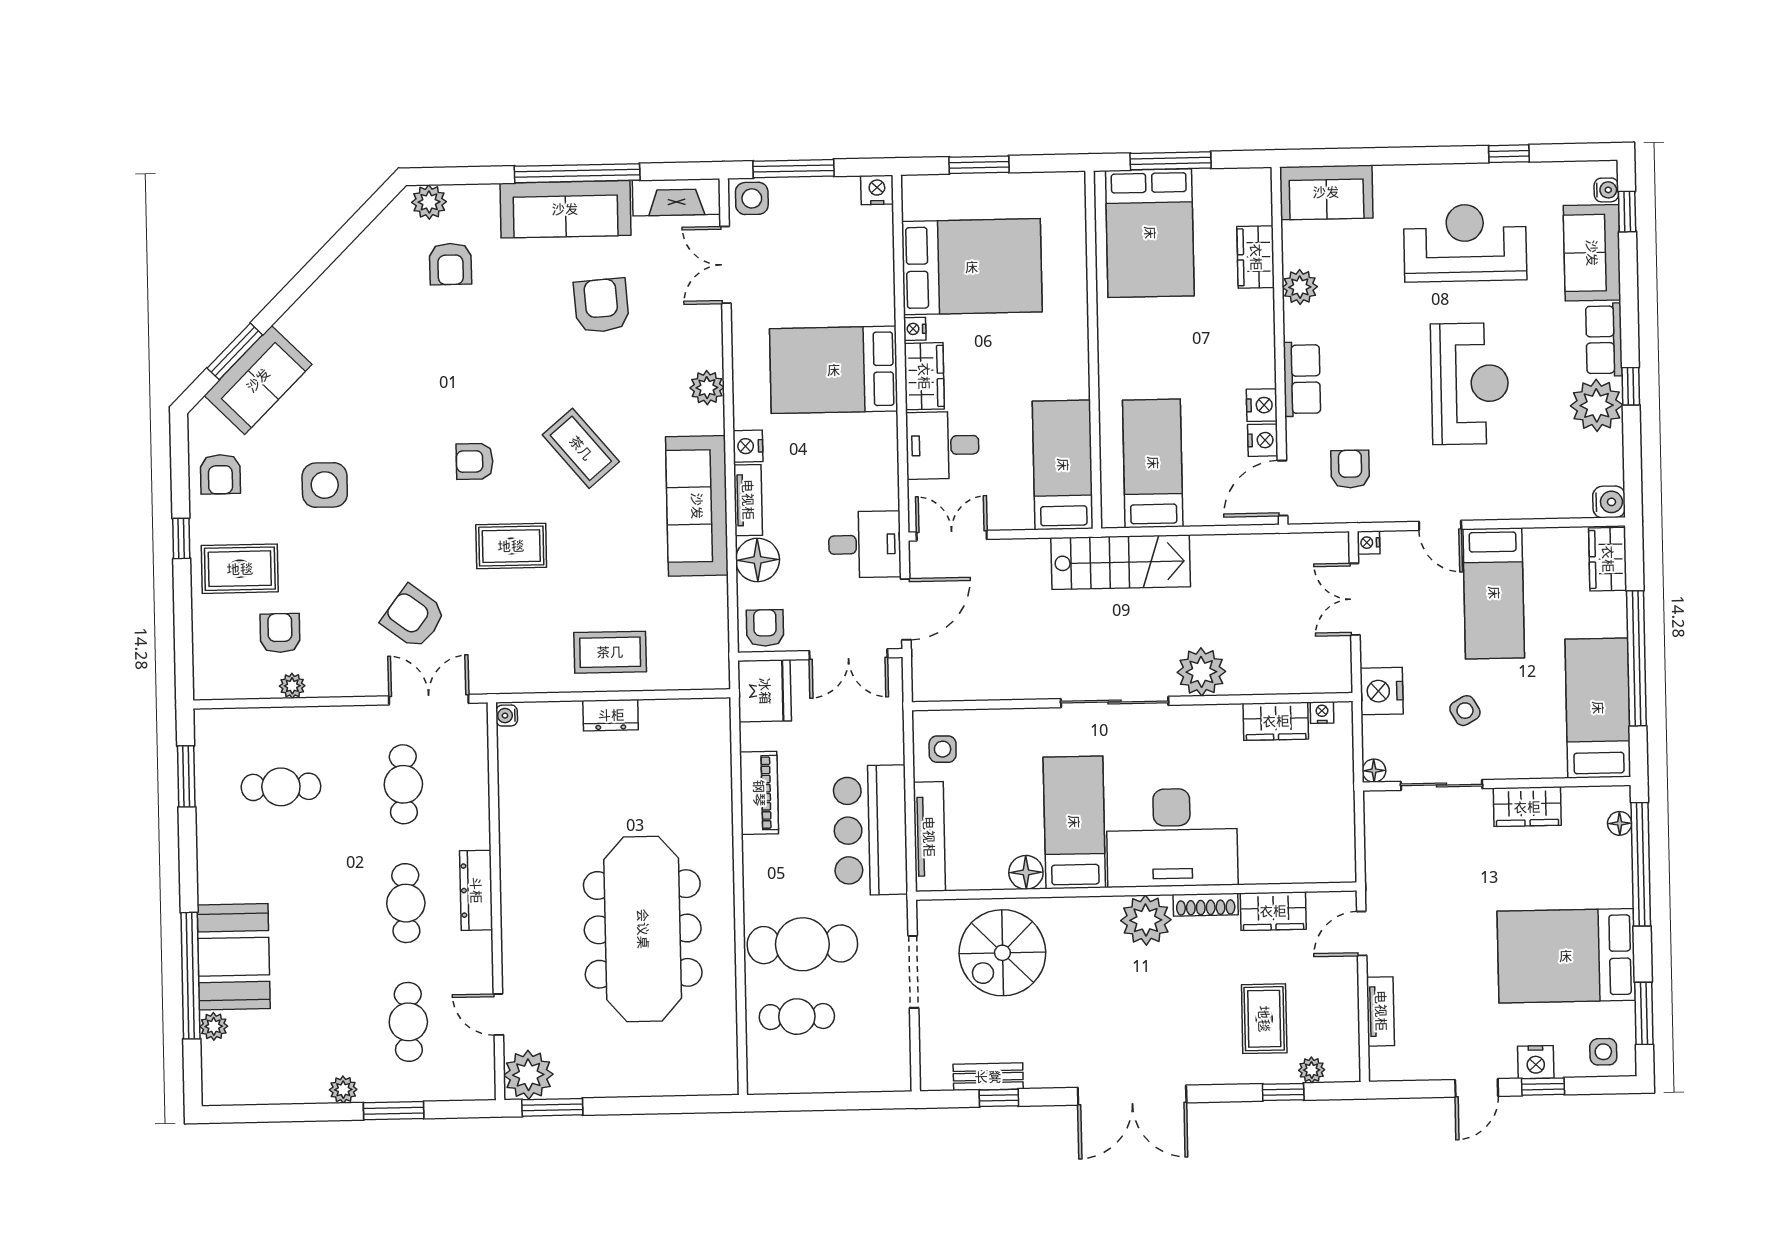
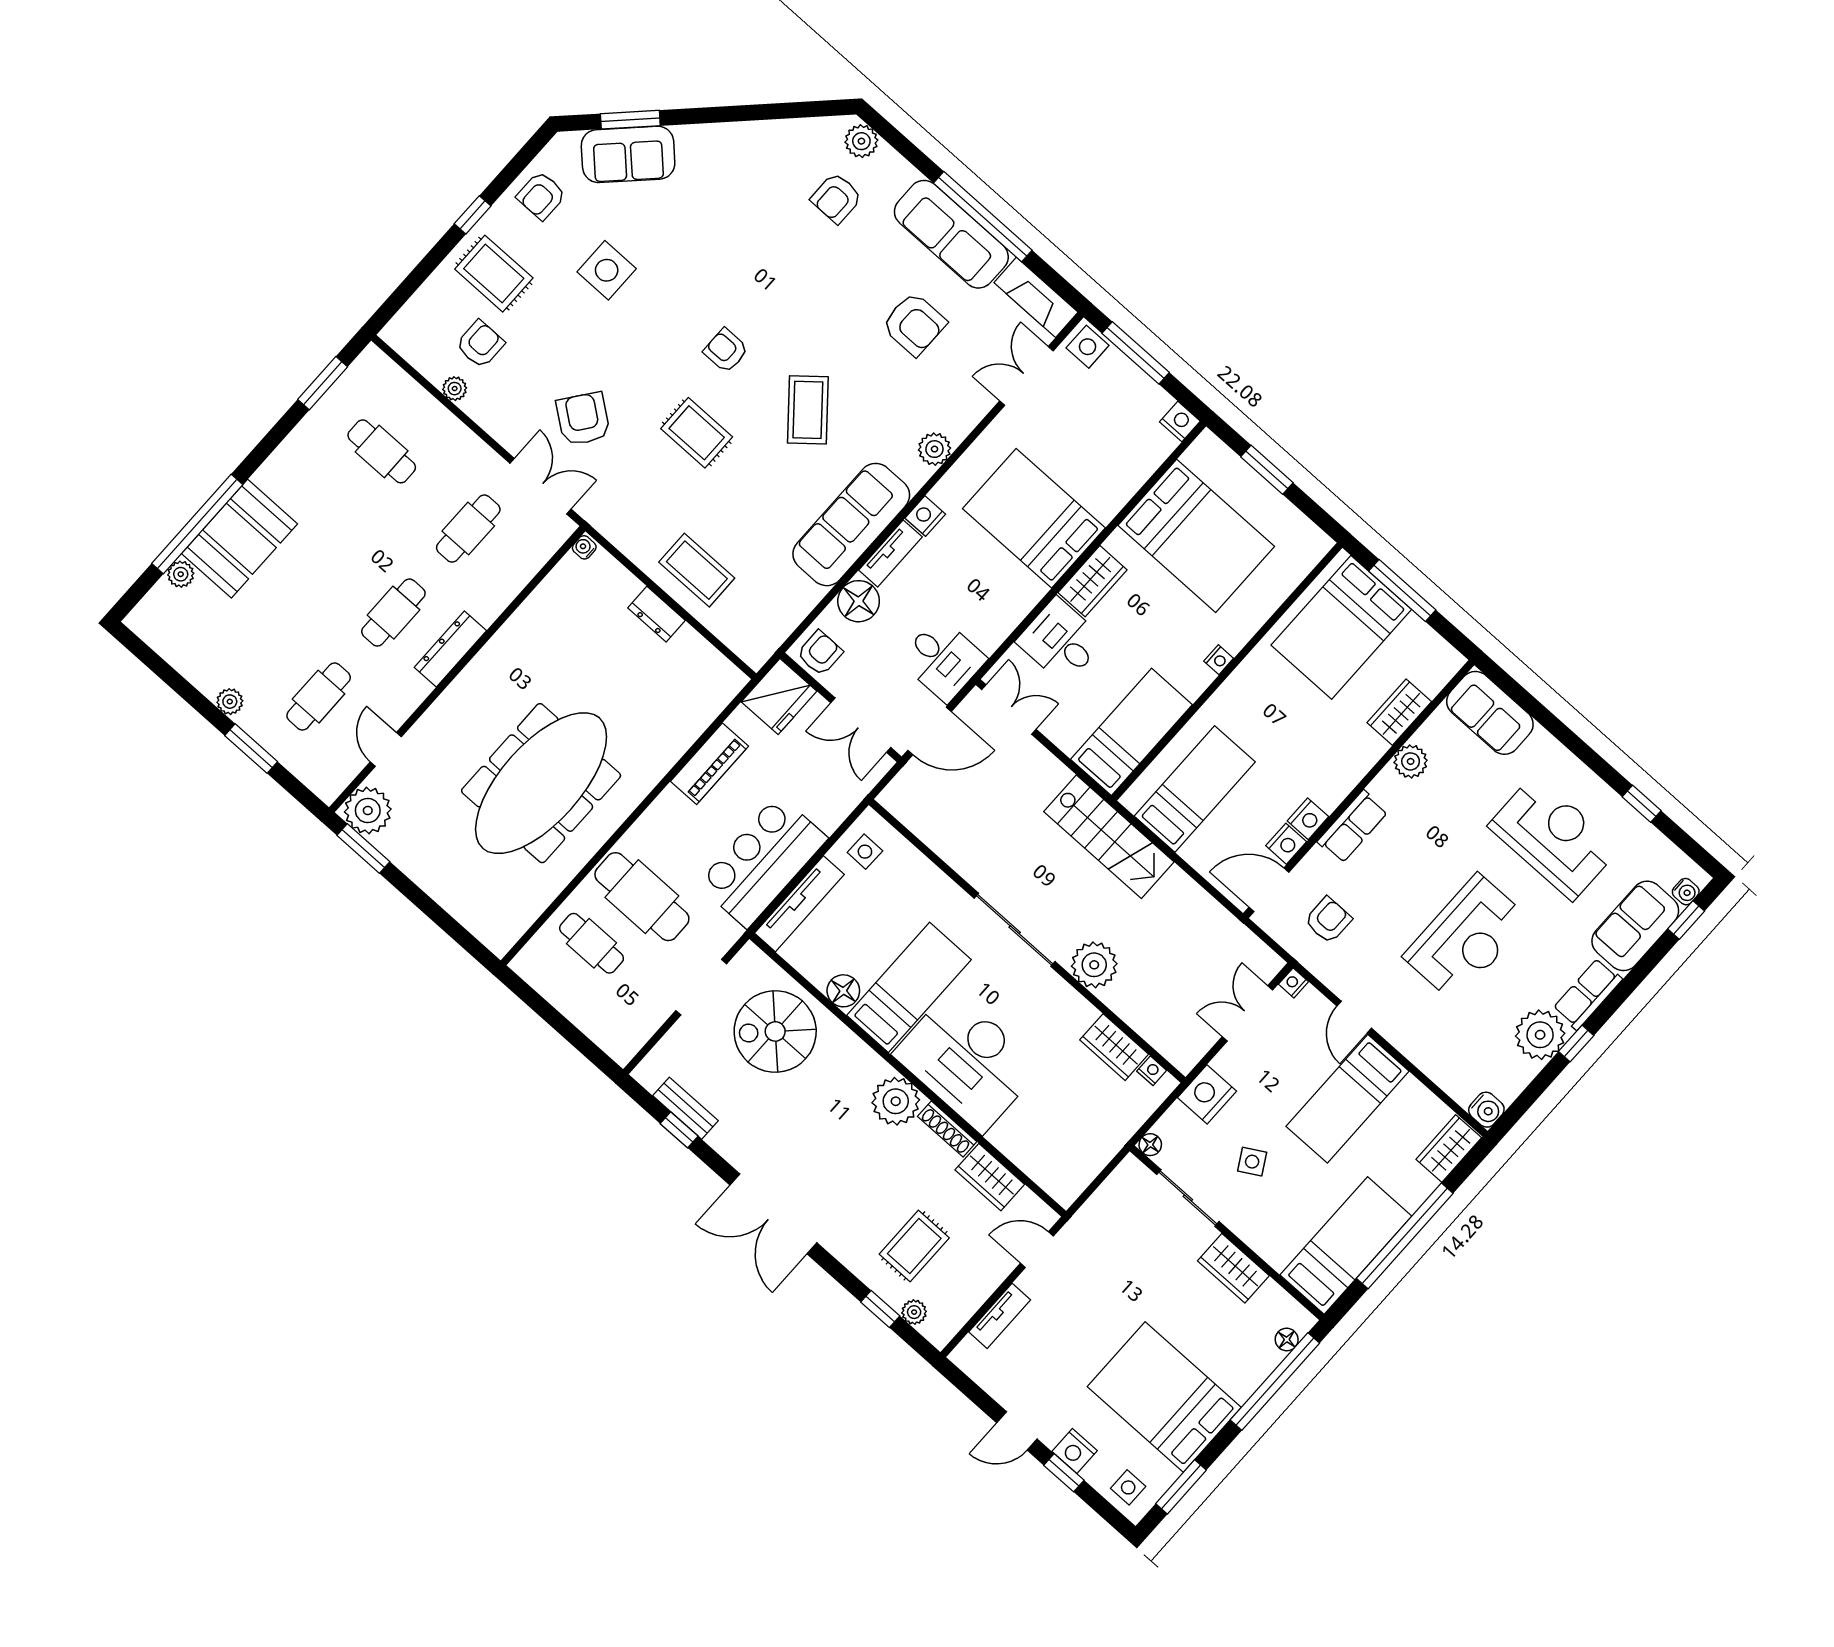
armchair: (601, 305) -> (914, 324), turned 94
nightstand: (915, 329) -> (1219, 660), moved, turned 180

